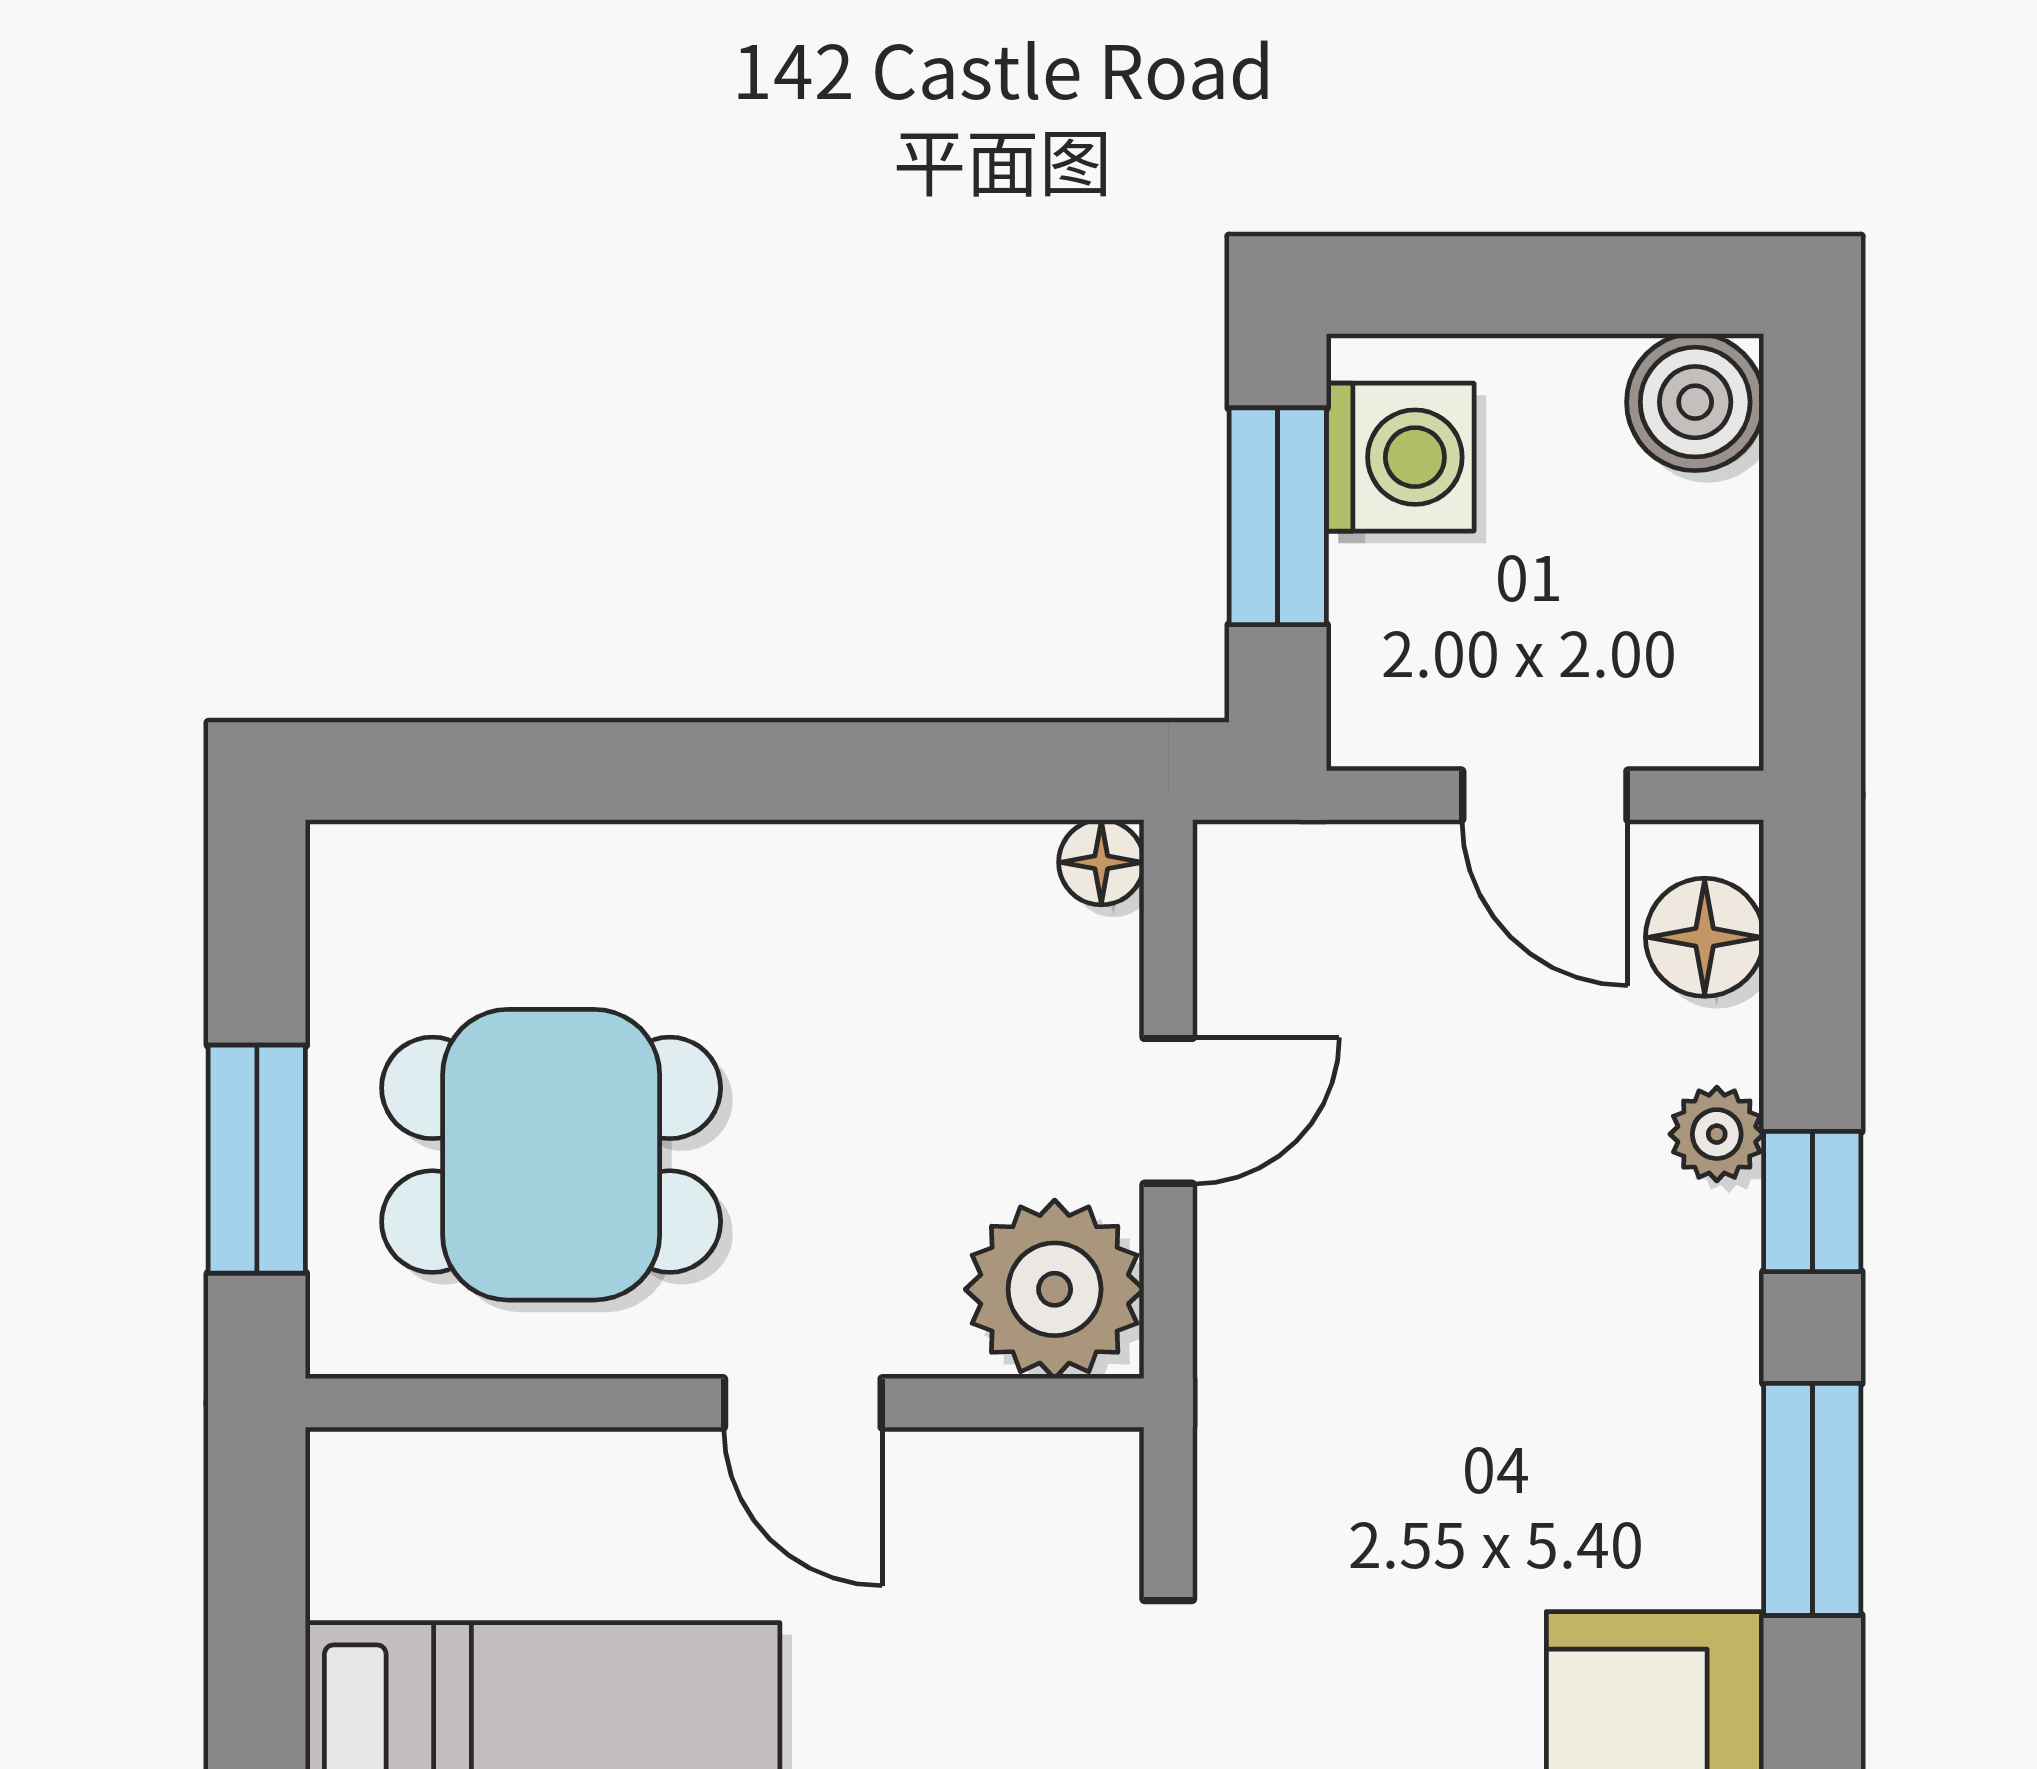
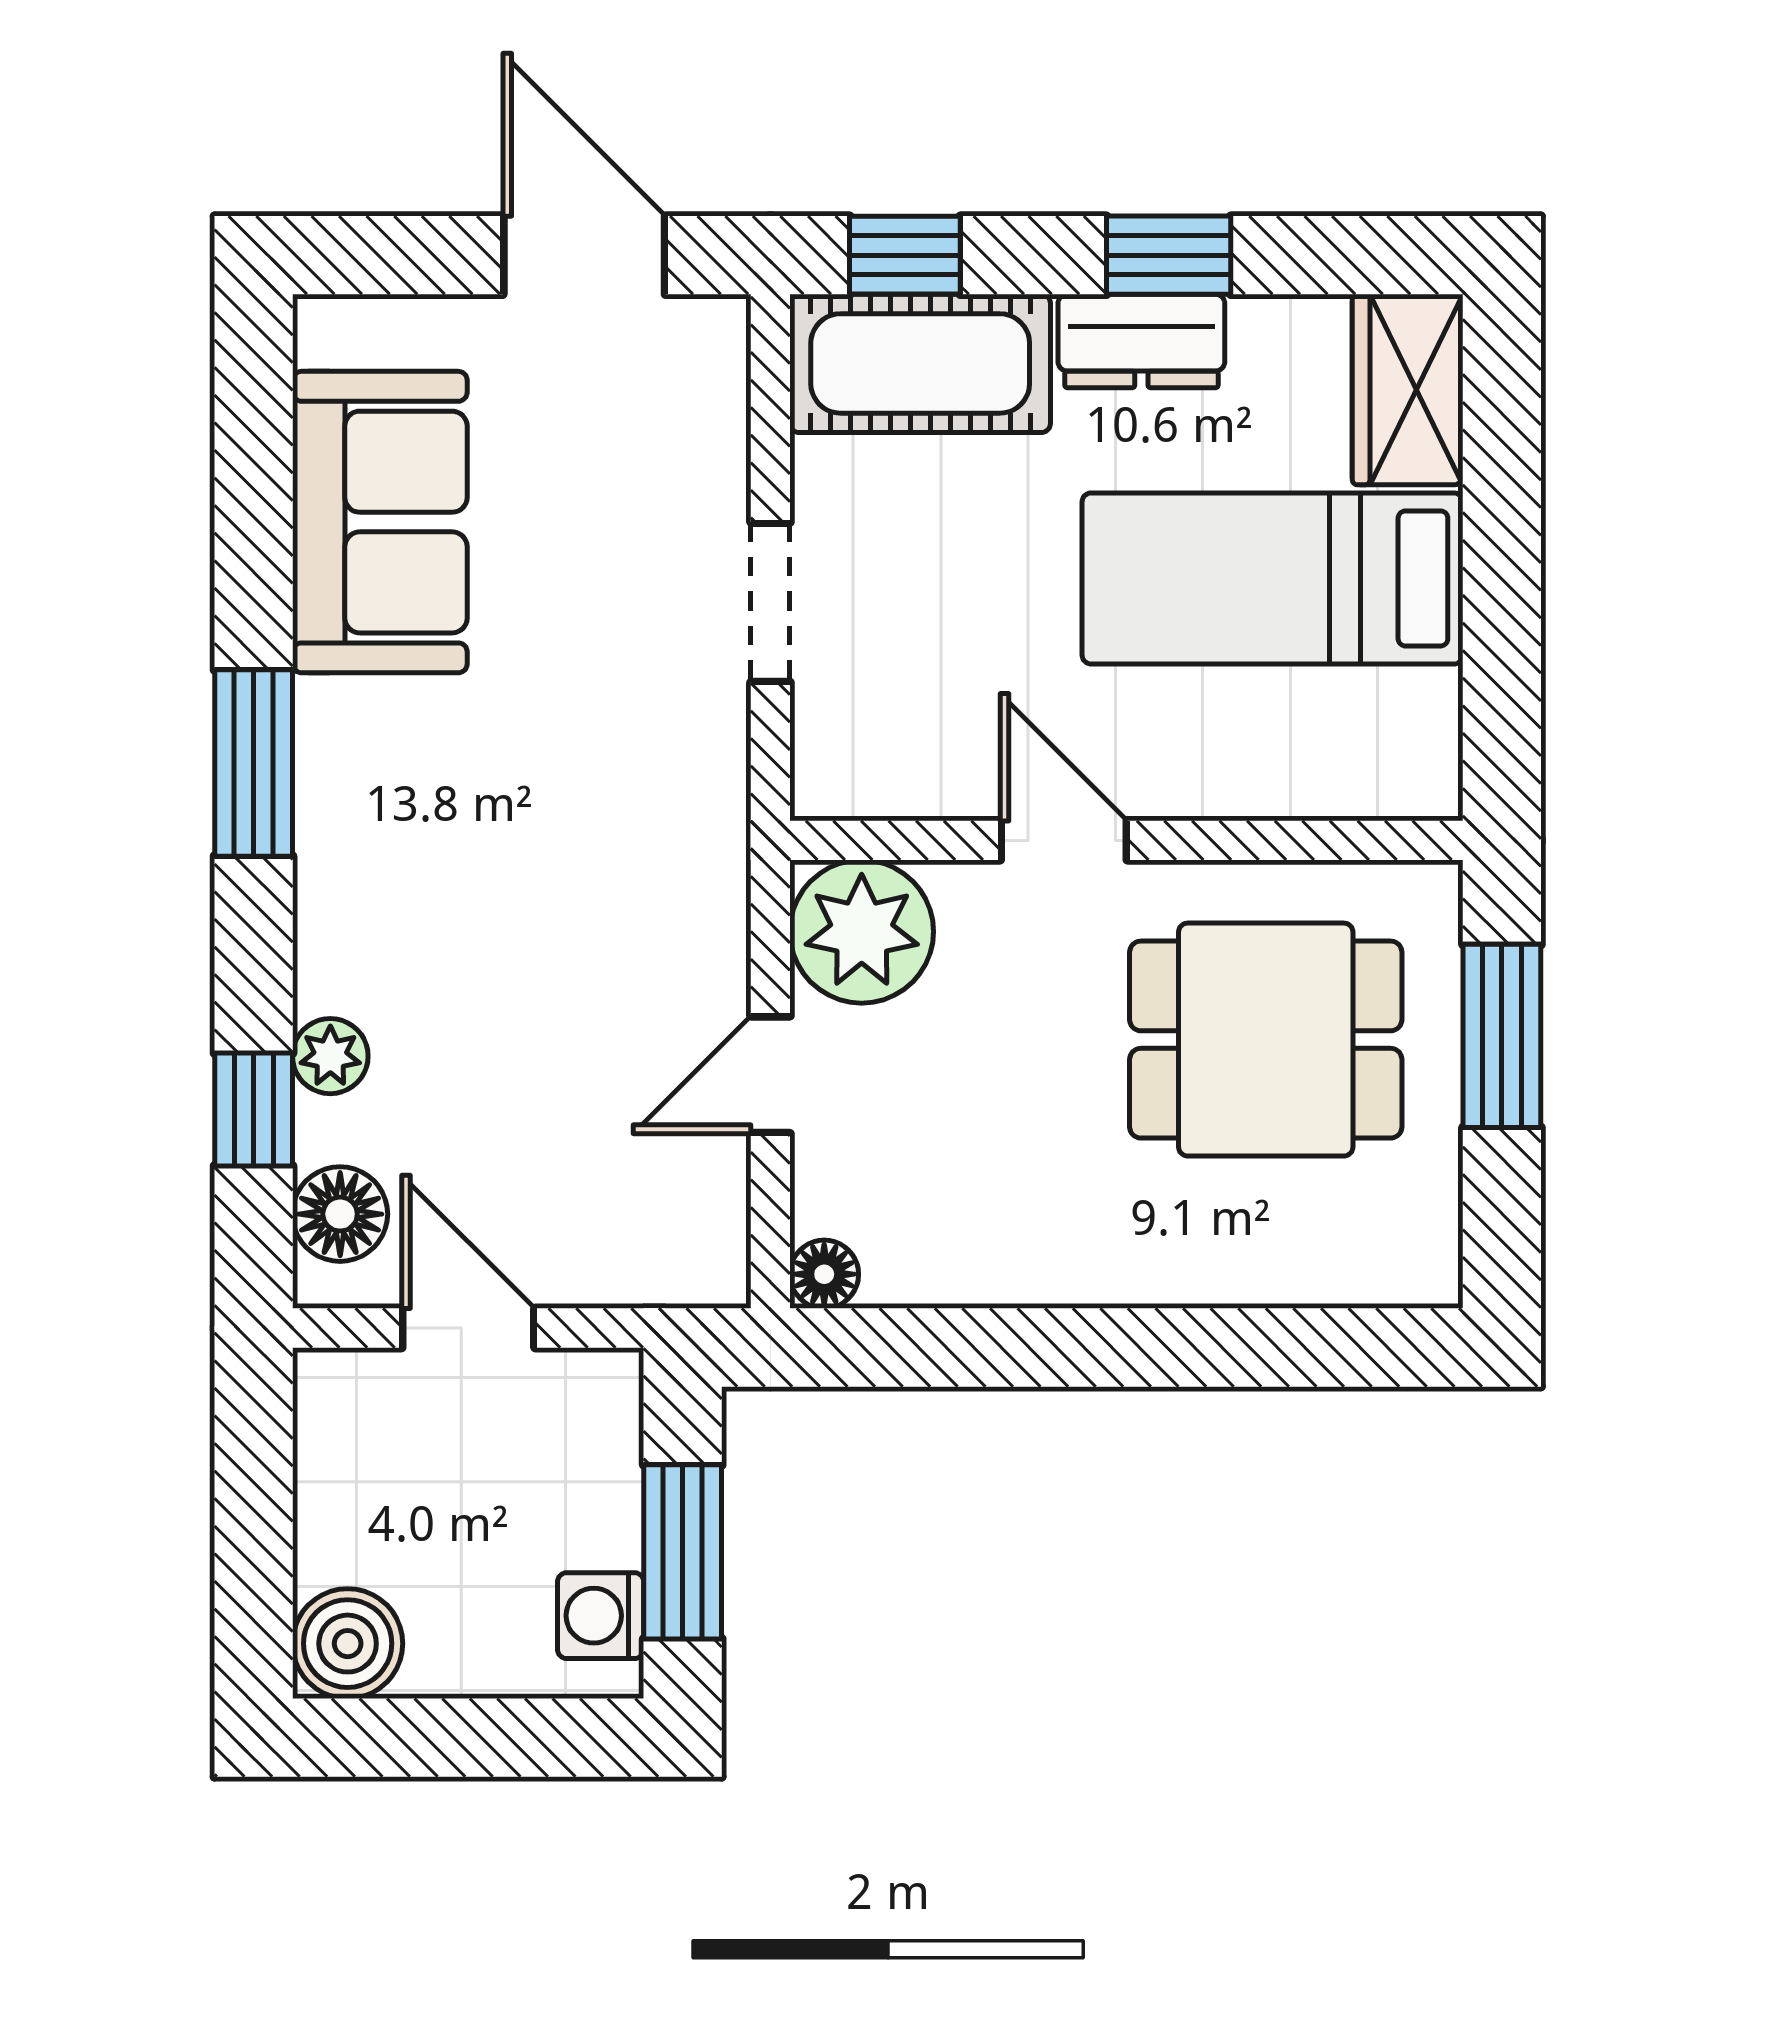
washing machine: (1400, 457) -> (601, 1616), width x0.73, depth x0.73
window: (1812, 1201) -> (254, 1110), moved

